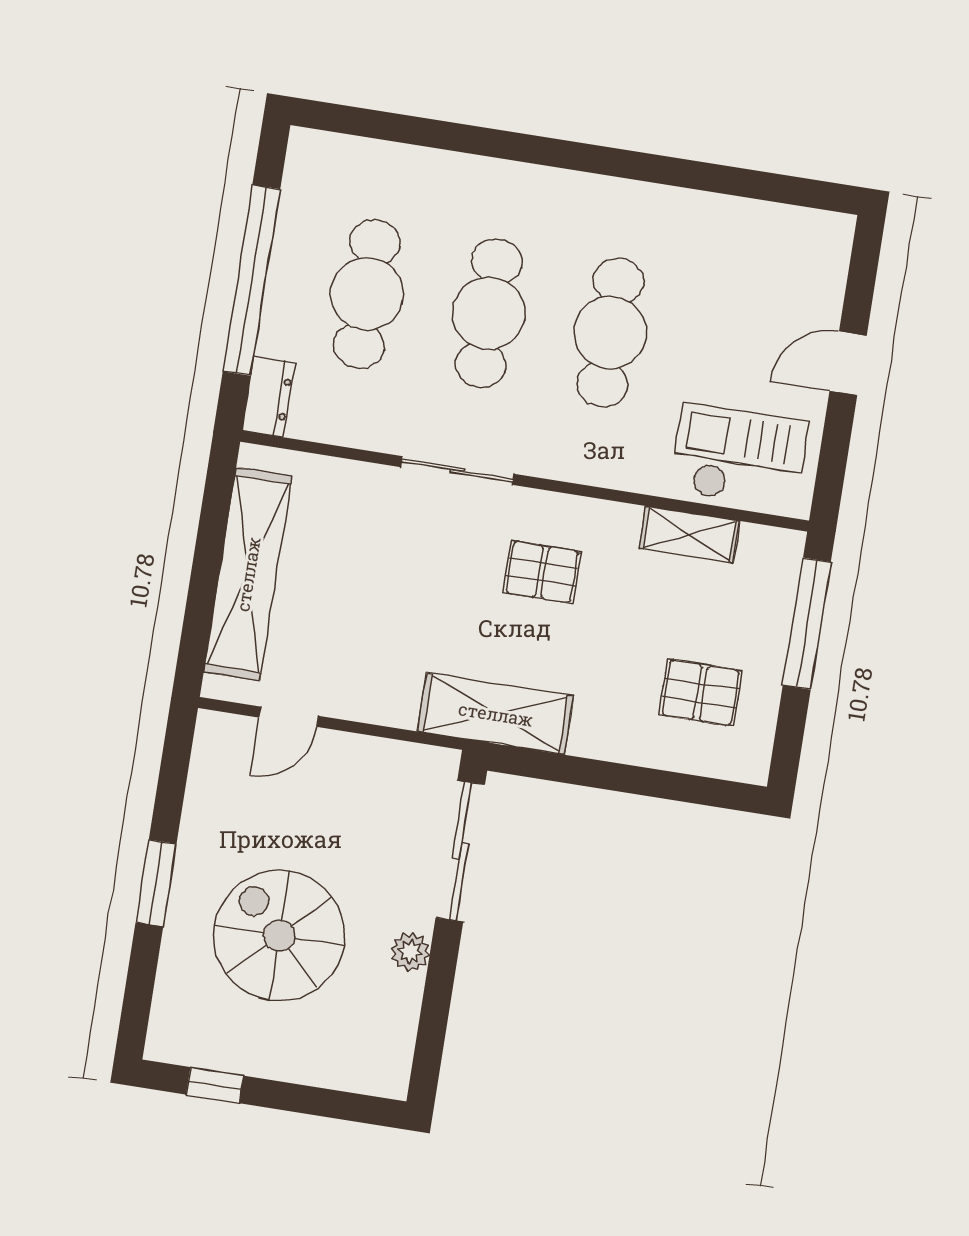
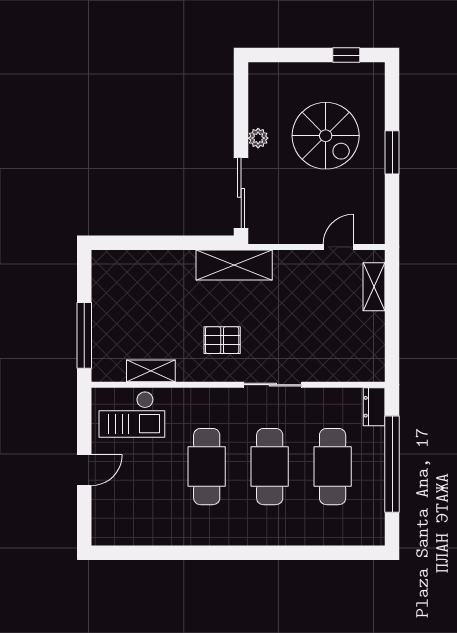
shelving: (248, 574) -> (374, 287), width x0.45, depth x0.75
pallet: (700, 693) -> (132, 292), removed

